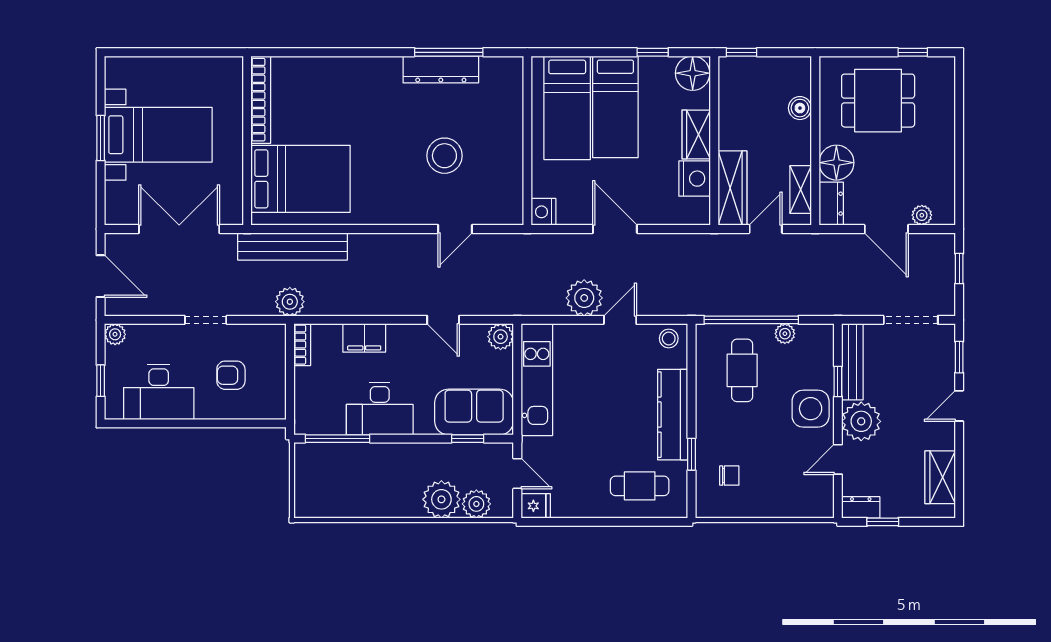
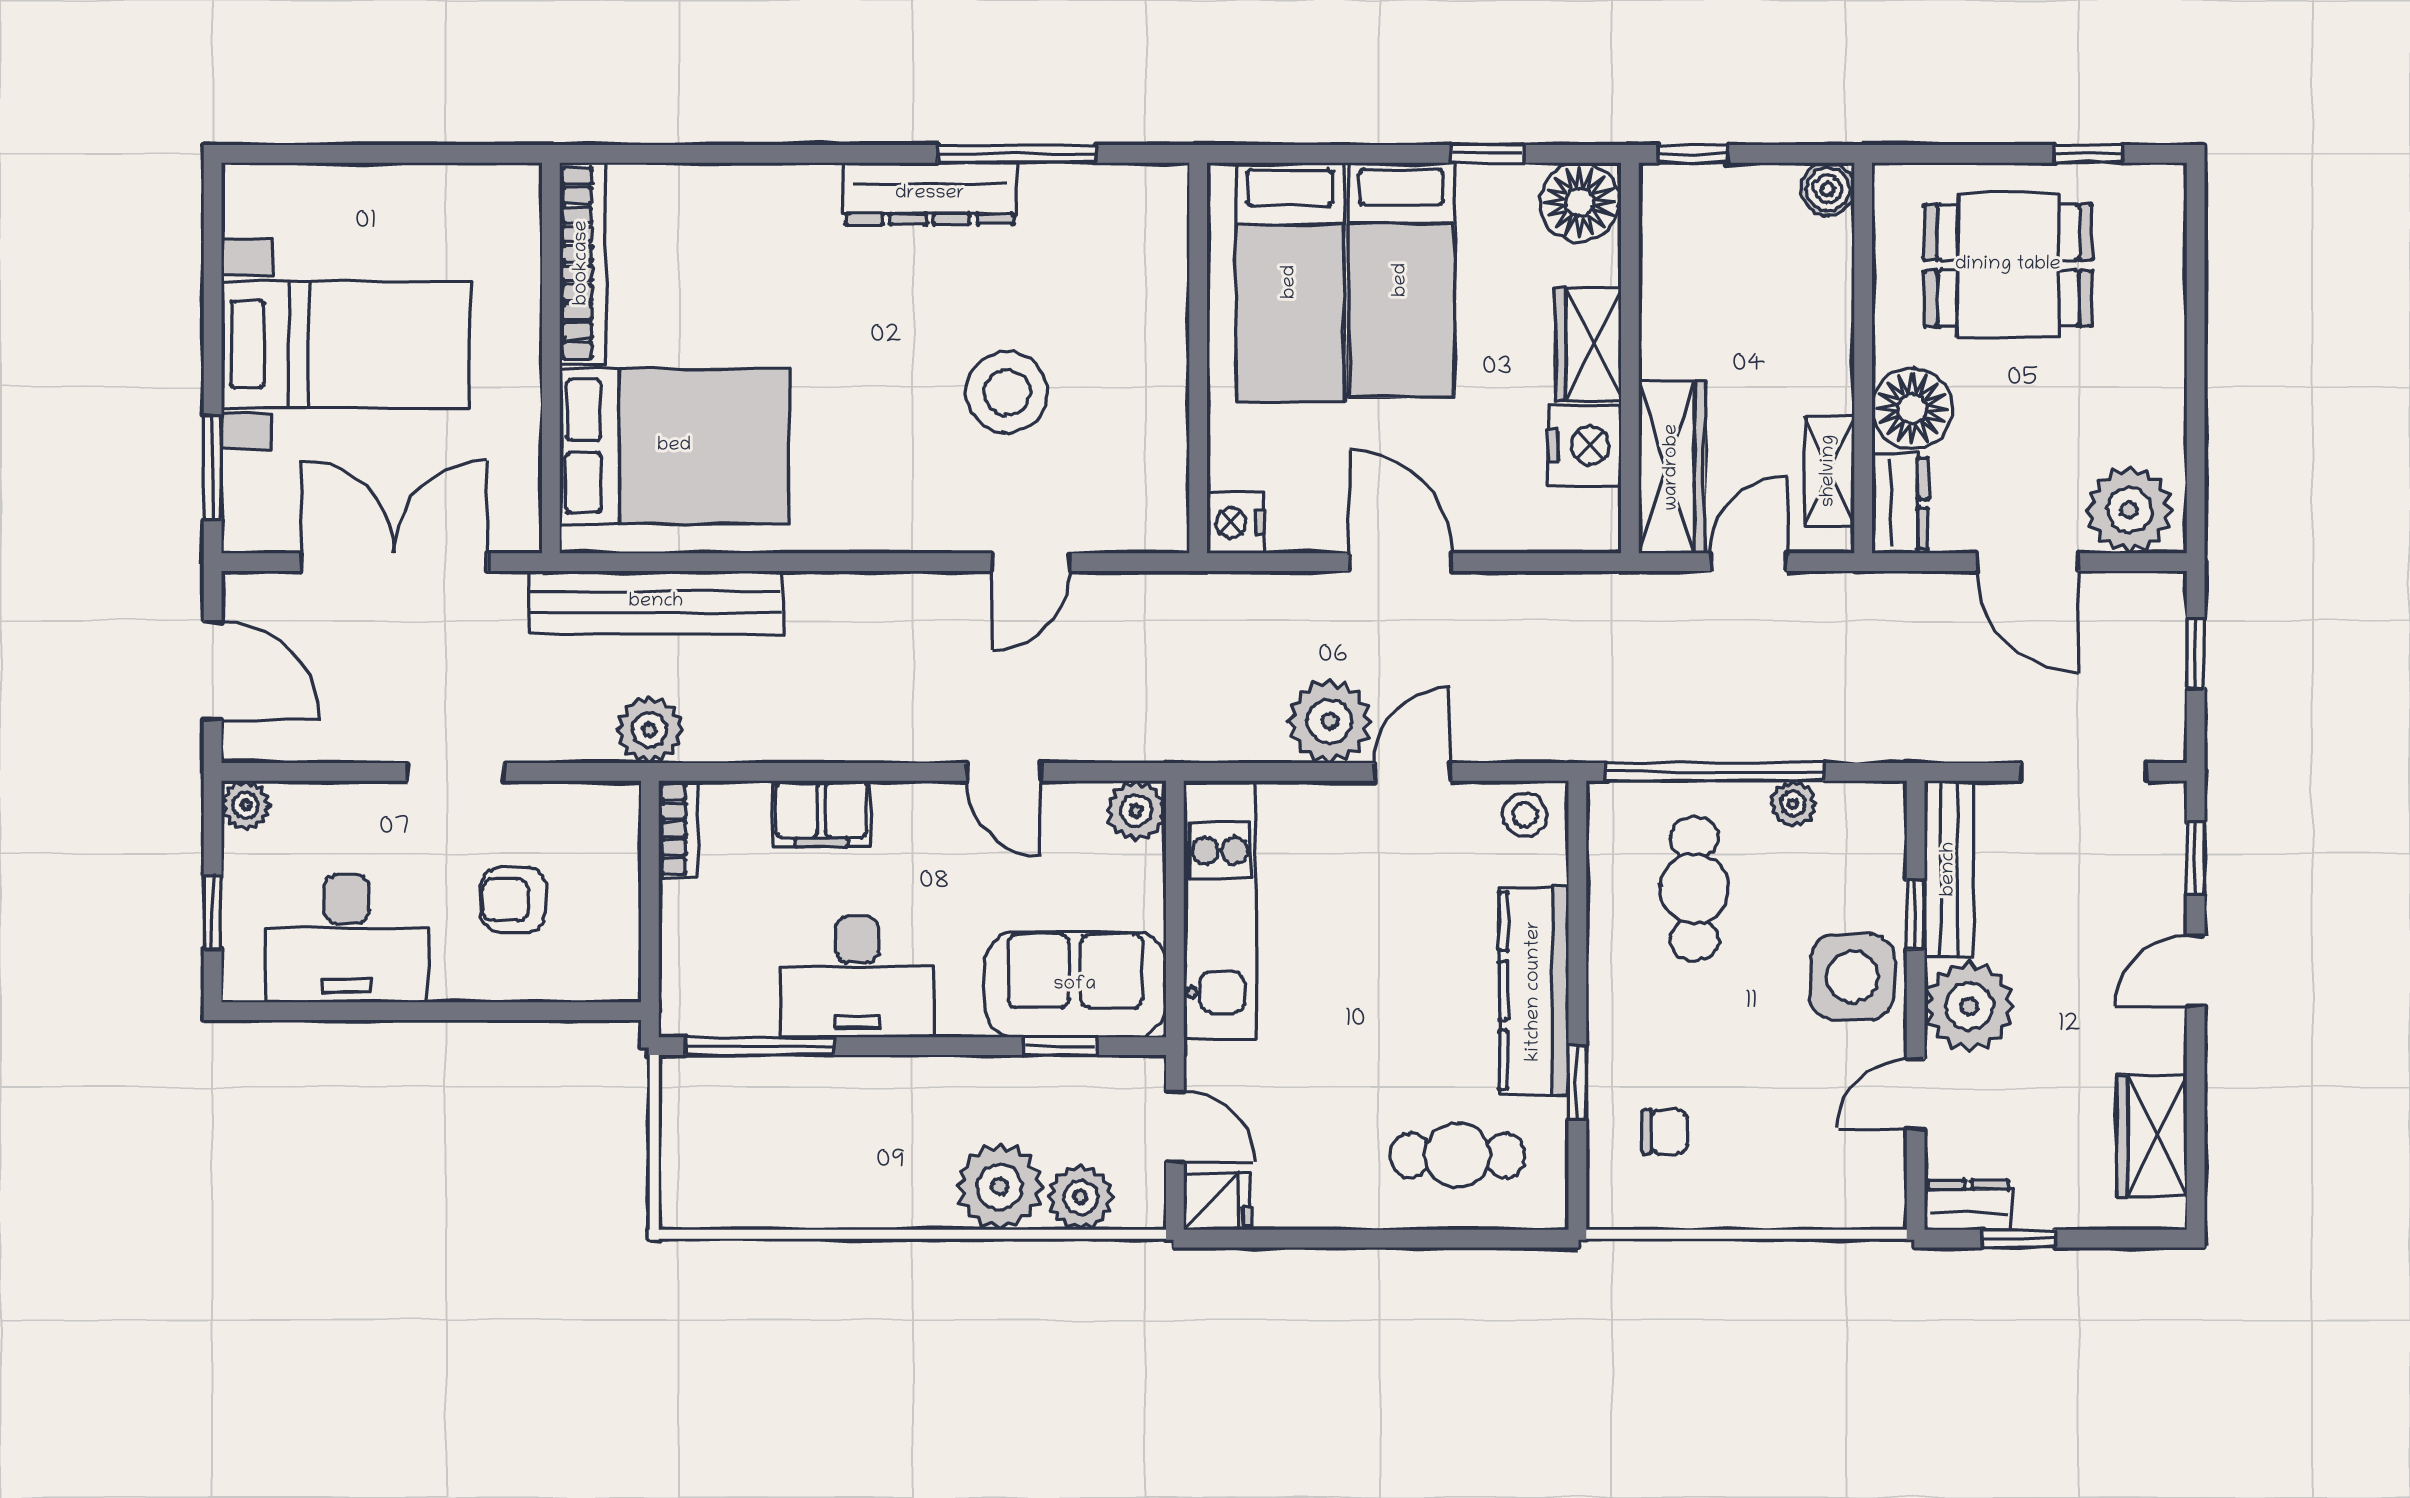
dresser: (441, 69) -> (930, 194), moved
boiler: (800, 108) -> (1828, 189), moved
window: (101, 138) -> (213, 467), moved
plant: (922, 215) -> (2129, 510), width x1.87, depth x1.87

